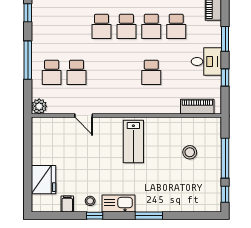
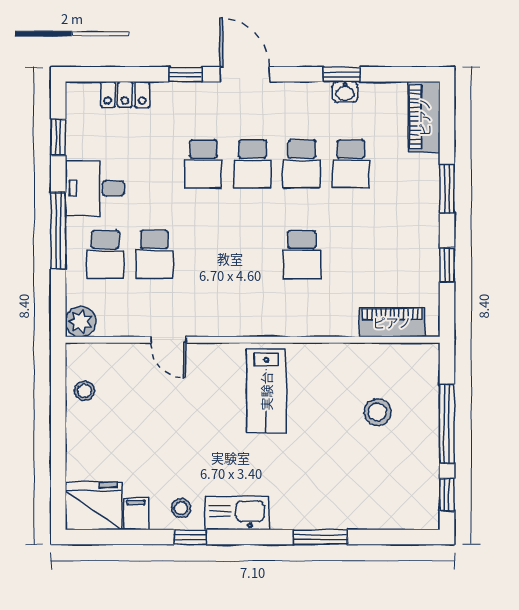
desk: (206, 61) -> (95, 188), moved, turned 180
stool: (41, 141) -> (84, 391), added
fridge: (43, 180) -> (93, 506), moved, turned -90
window: (149, 216) -> (320, 537), moved

